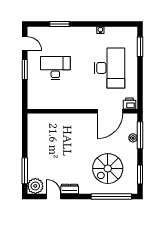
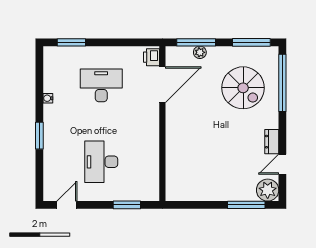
window: (60, 24) -> (39, 136), moved
desk: (109, 68) -> (101, 85), width x0.73, depth x0.77
window: (25, 69) -> (127, 205), moved
door: (110, 111) -> (162, 85), hinge flipped
window: (140, 174) -> (251, 42), width x1.44

